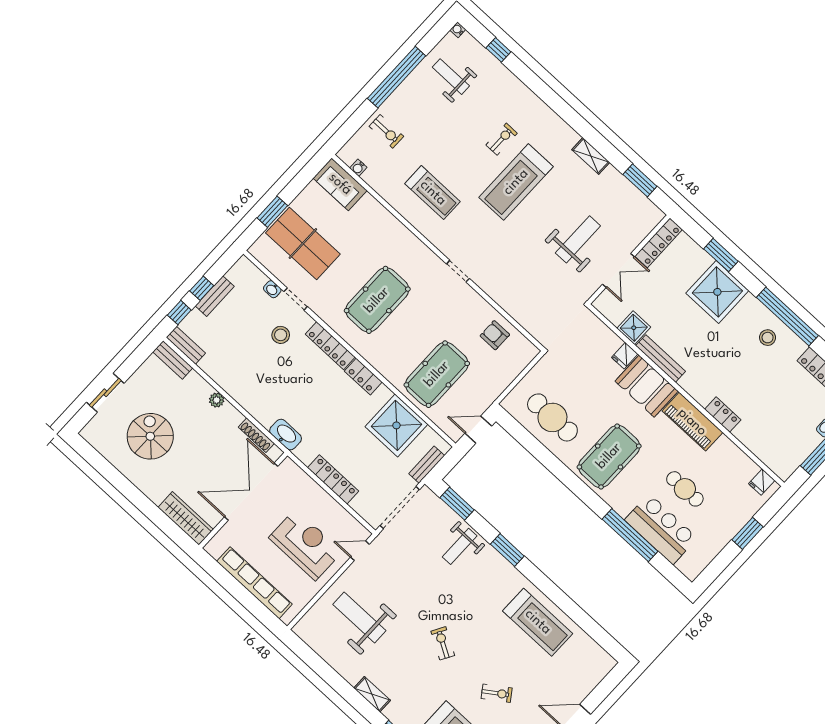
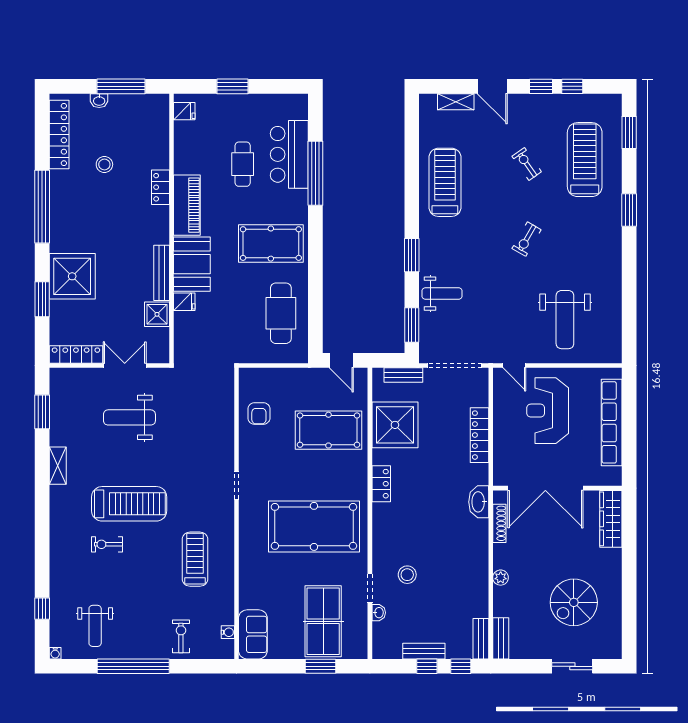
pool table: (377, 300) -> (314, 526), width x1.36, depth x1.32
stool: (768, 338) -> (104, 164), moved
locker: (330, 346) -> (381, 530), removed
shelving: (372, 694) -> (456, 102), moved, turned 90

